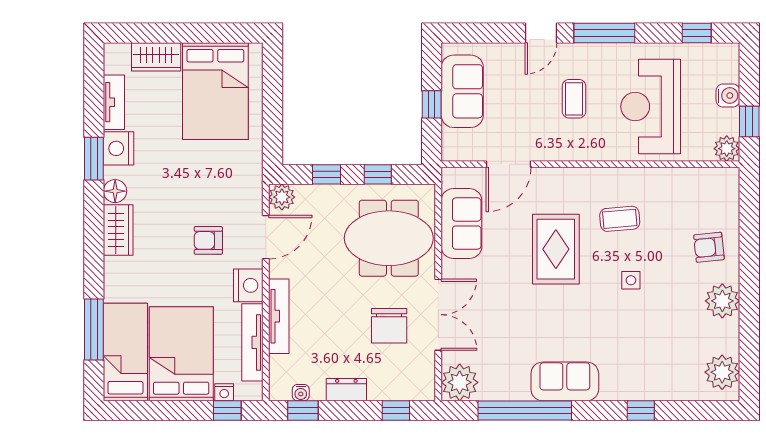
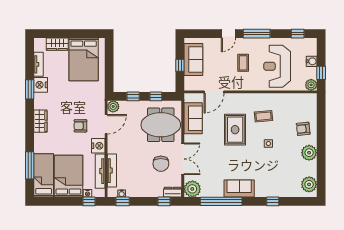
floor lamp: (115, 191) -> (39, 104), removed
tv unit: (279, 316) -> (112, 171), moved
dresser: (346, 390) -> (173, 192), moved

